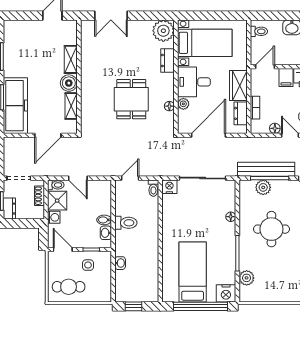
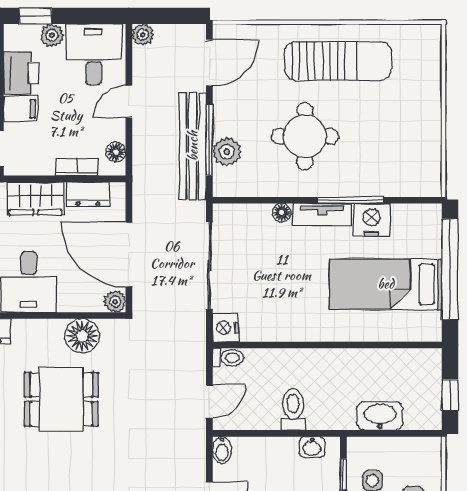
plant: (183, 104) -> (115, 302), moved
floor lamp: (169, 106) -> (82, 336), width x1.89, depth x1.89
floor lamp: (275, 128) -> (116, 152), moved
door: (130, 178) -> (209, 402), swing flipped
bidet: (104, 220) -> (222, 450), moved
tv unit: (230, 238) -> (322, 215), added
washbasin: (120, 263) -> (380, 416), width x1.91, depth x1.45
plant: (247, 278) -> (397, 183), removed
nightstand: (226, 293) -> (372, 220), moved, turned -90

